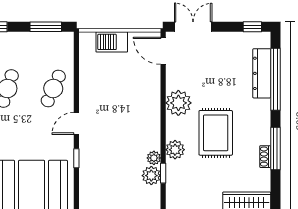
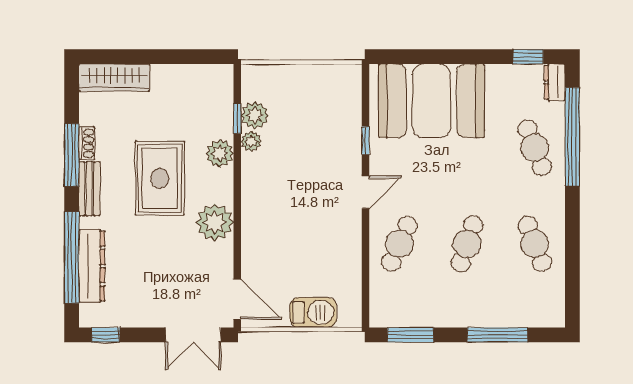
bench: (263, 126) -> (89, 189), added

